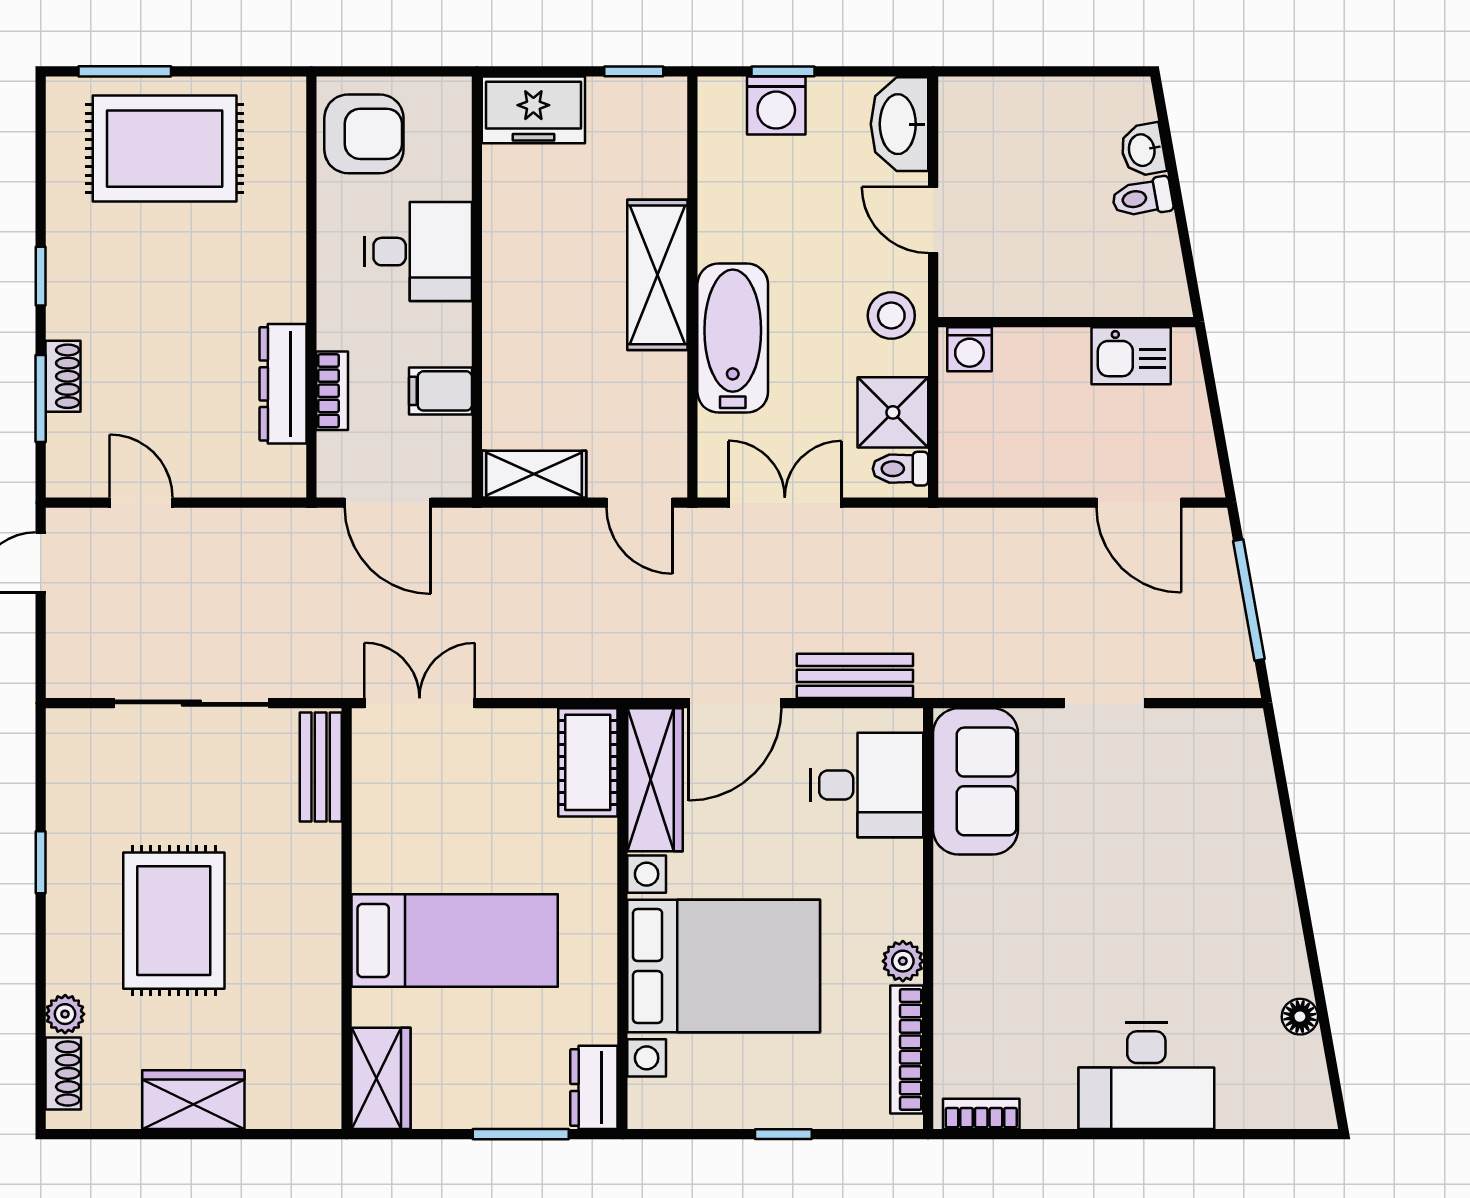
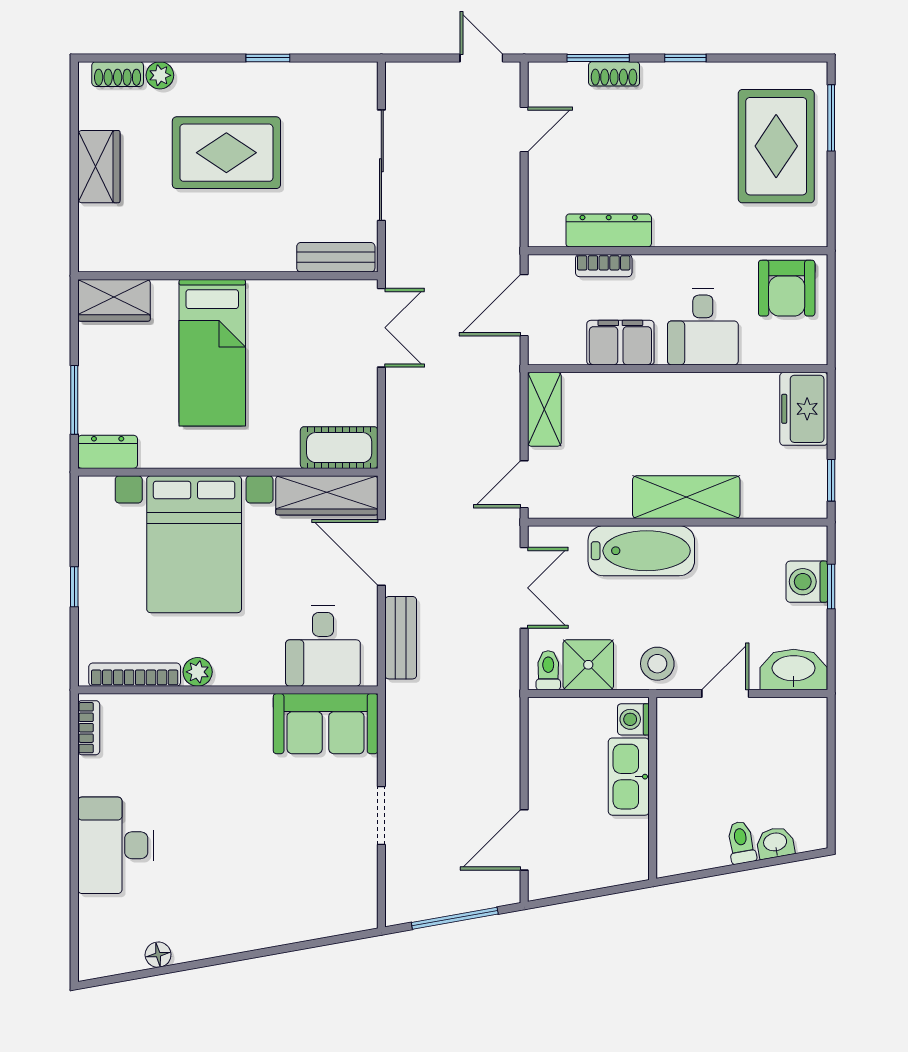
kitchen sink: (1131, 356) -> (629, 777), moved, width x1.38
filing cabinet: (440, 391) -> (620, 343), width x2.00

